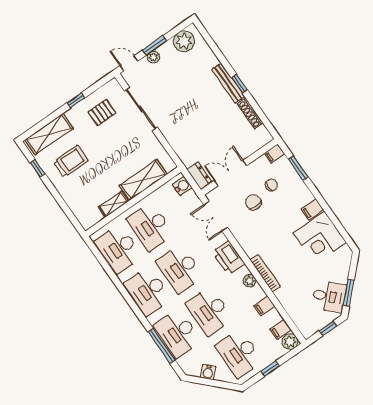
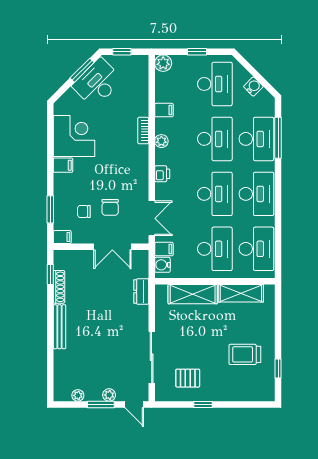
plant: (184, 41) -> (78, 395), width x0.53, depth x0.53
window: (239, 84) -> (50, 274), moved
shelving: (49, 134) -> (247, 391), removed
dresser: (199, 175) -> (141, 292), moved
shelving: (114, 204) -> (241, 293), width x1.50, depth x1.33
printer: (229, 258) -> (162, 174), width x0.53, depth x0.68
bookcase: (265, 273) -> (143, 131), width x0.64
desk: (329, 297) -> (97, 83), width x1.37
filing cabinet: (281, 329) -> (164, 249), moved

